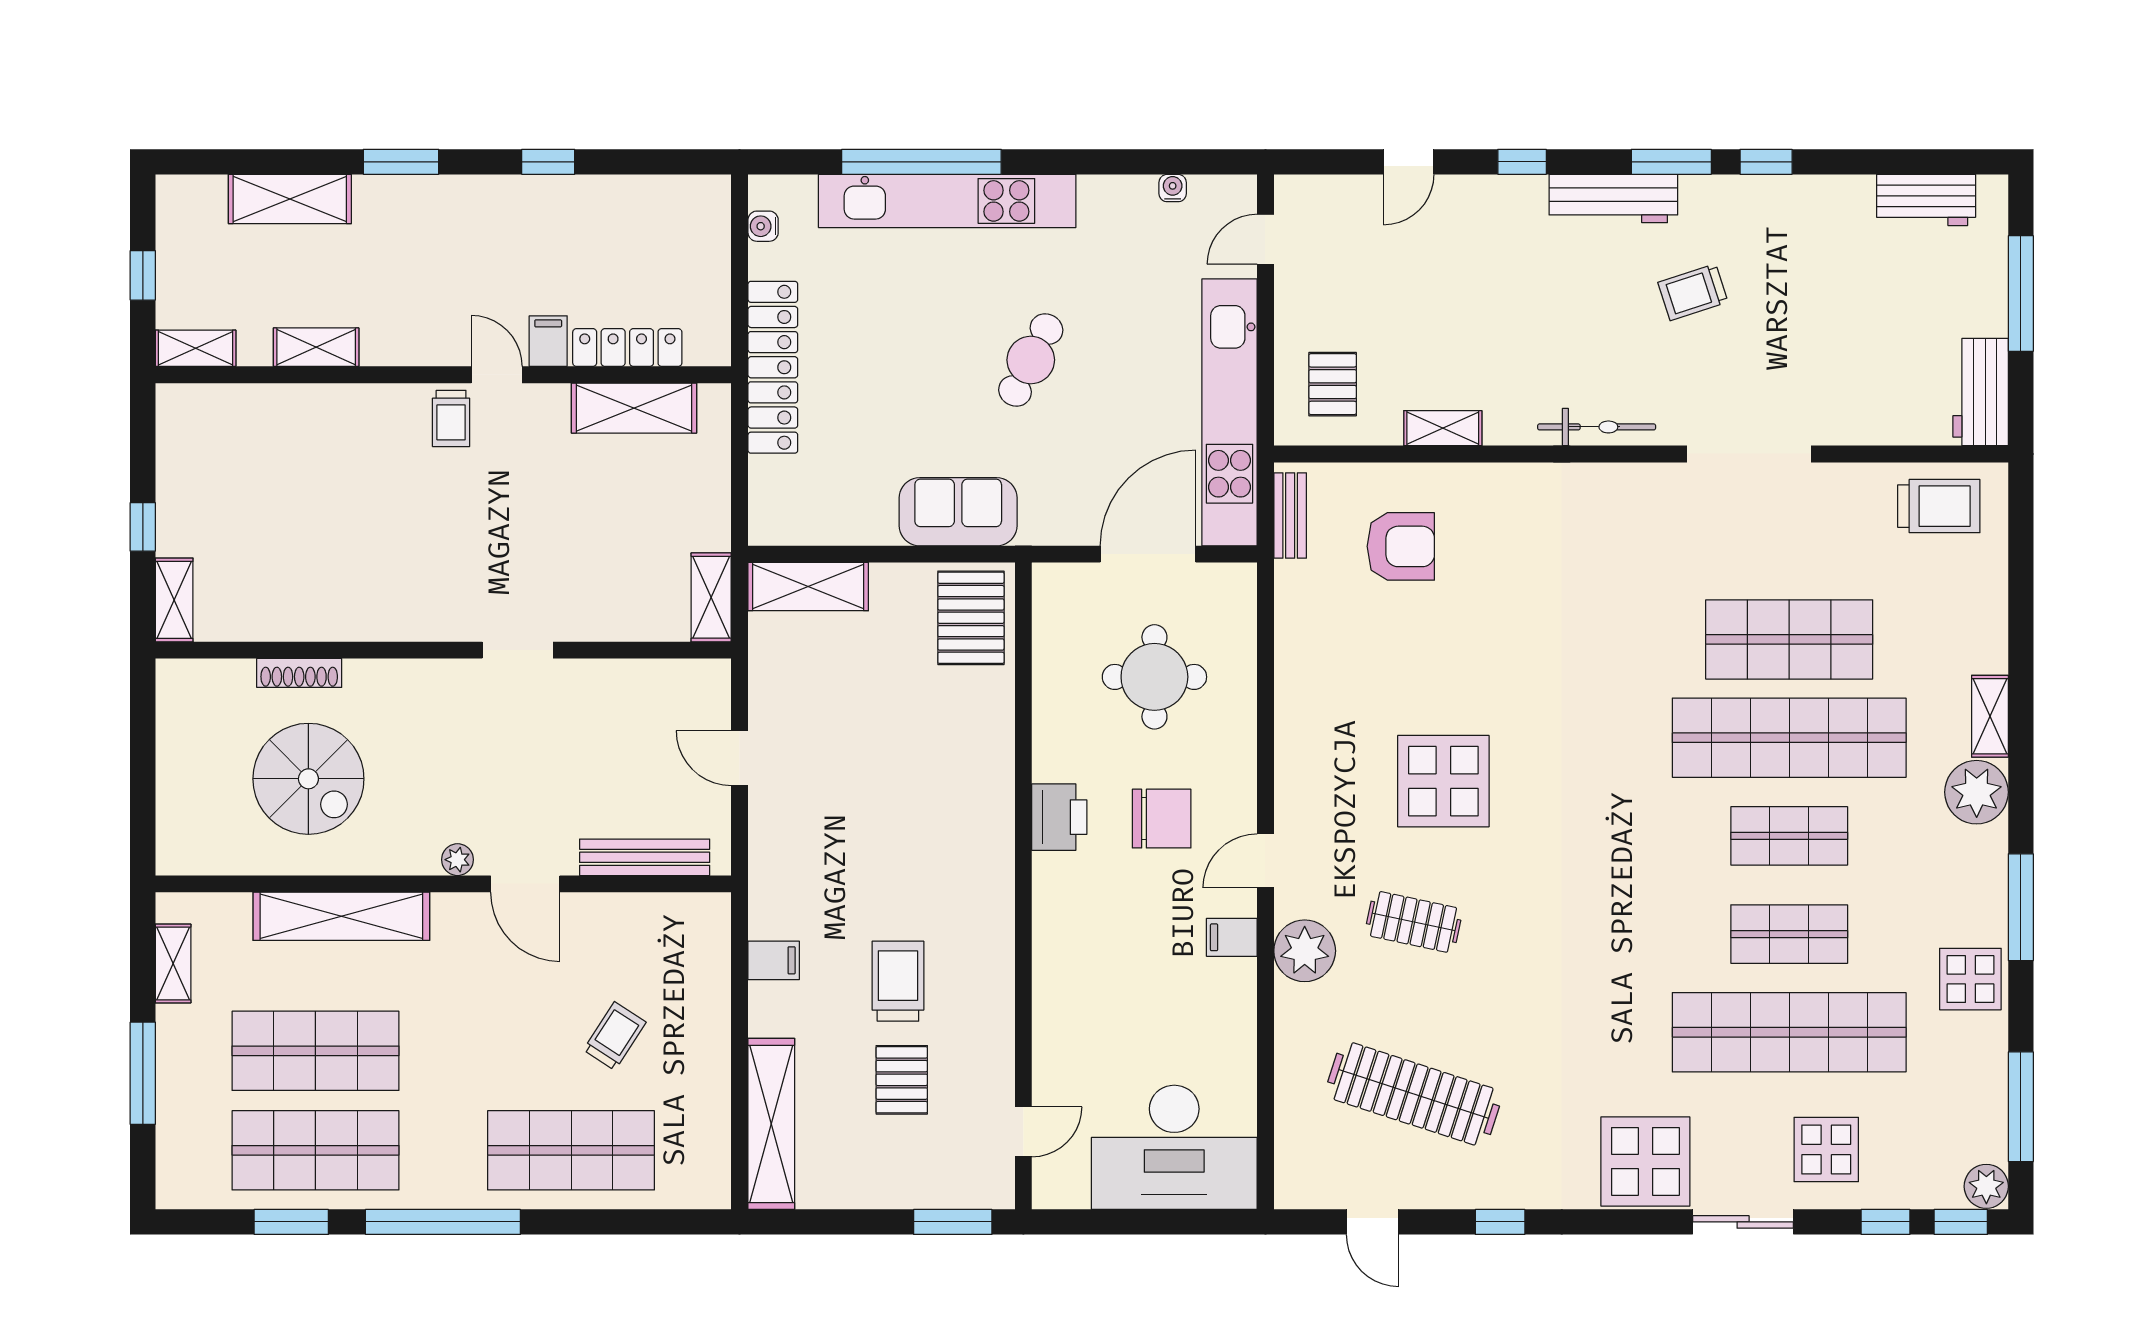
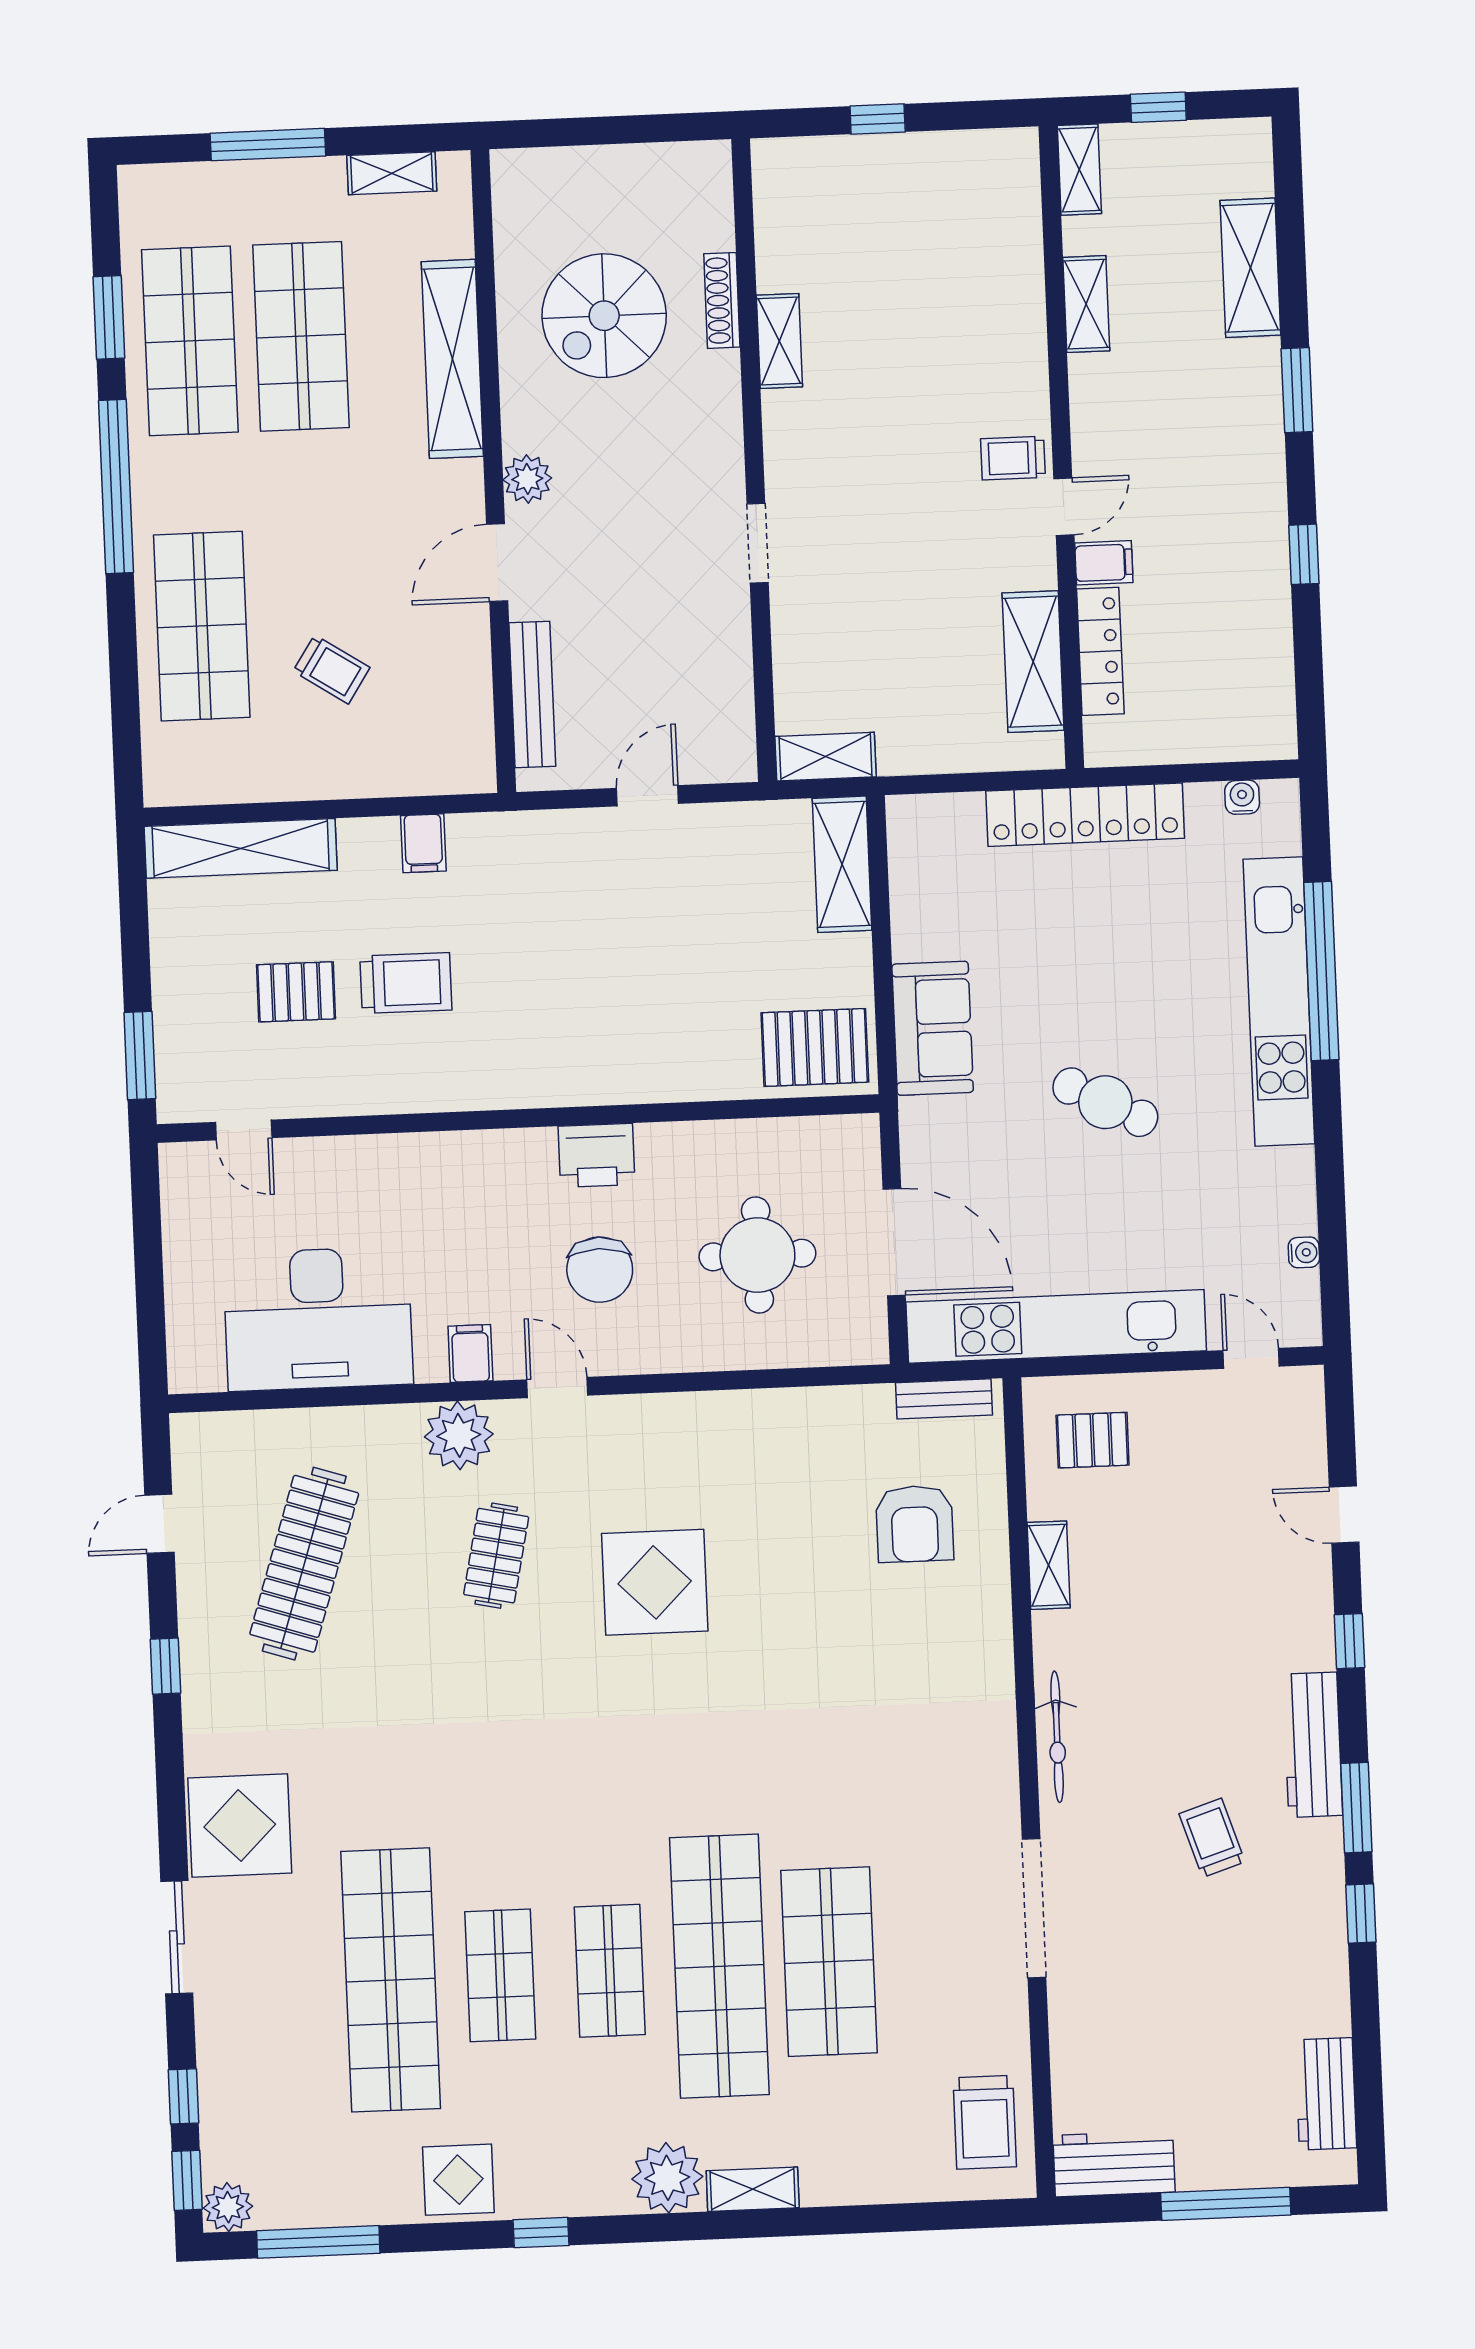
shelving: (174, 600) -> (779, 341), moved, turned 90
plant: (458, 860) -> (527, 479), width x1.38, depth x1.38
window: (2021, 907) -> (541, 2233), width x0.46
desk: (1174, 1147) -> (318, 1319), moved, turned -90
display table: (1826, 1150) -> (261, 2027), removed

